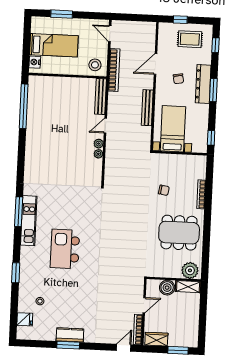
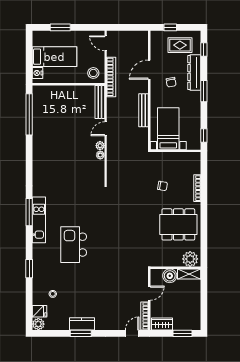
dresser: (203, 84) -> (194, 73), moved
plant: (23, 333) -> (38, 324), added

